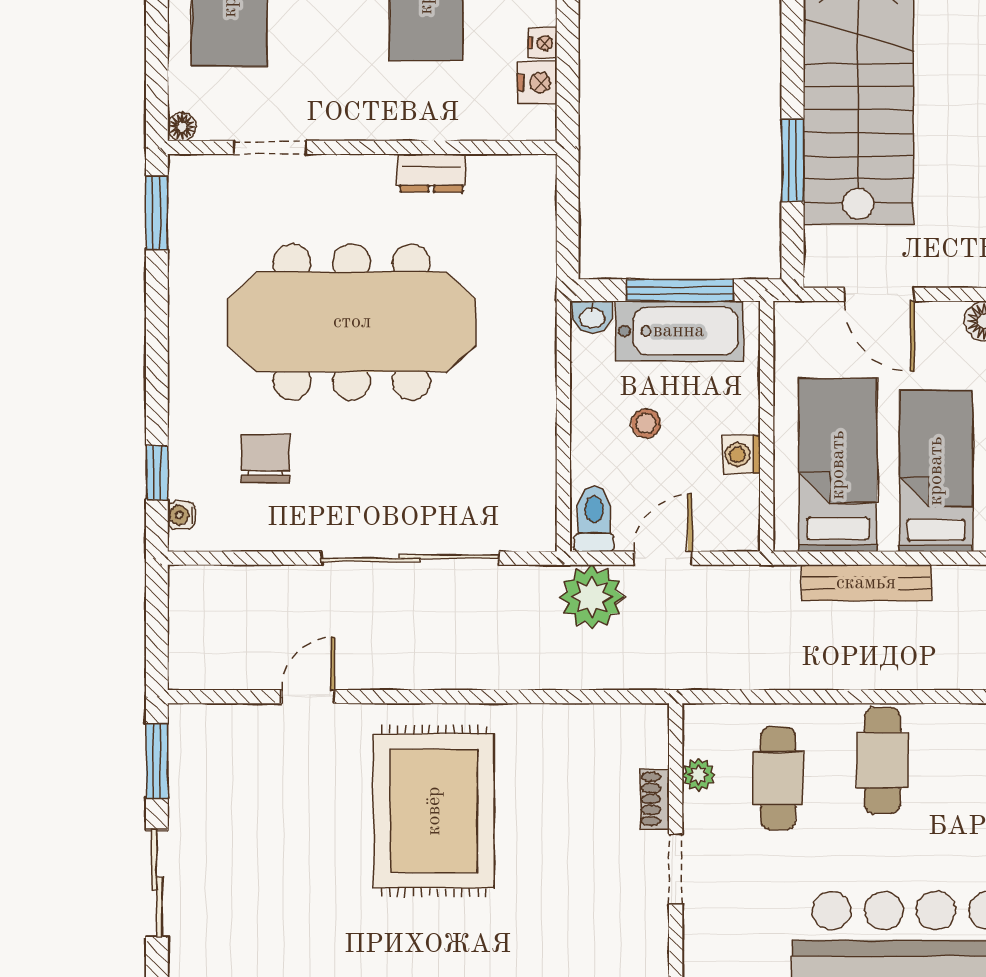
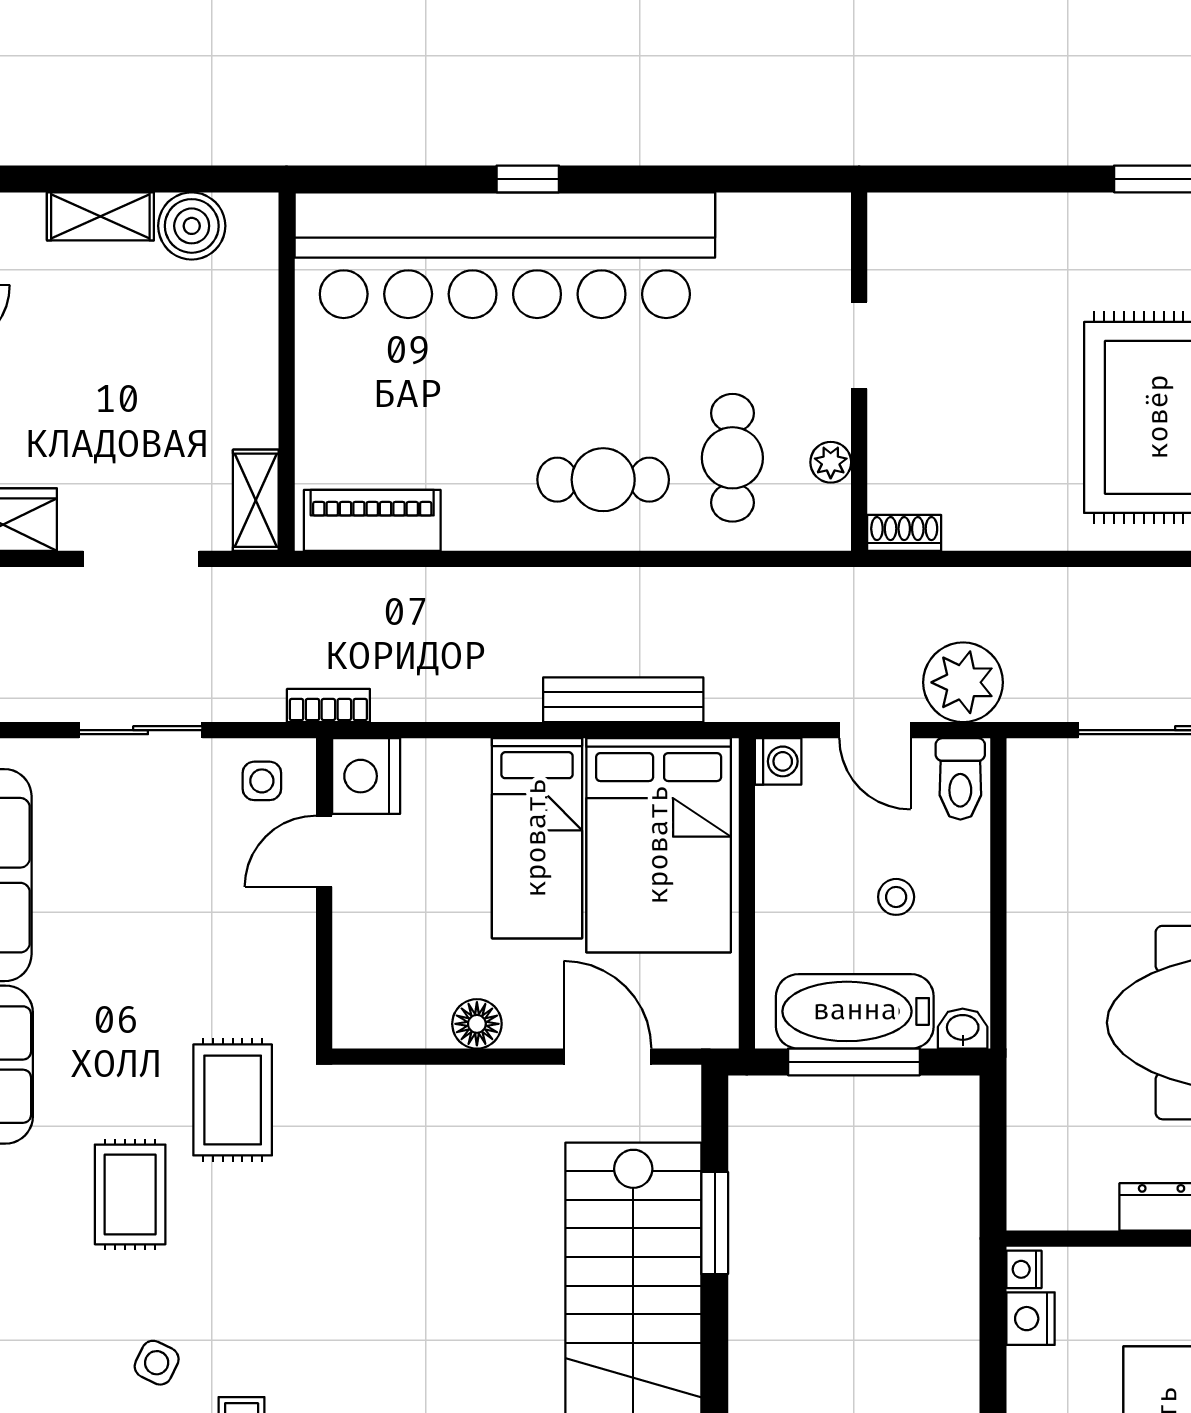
nightstand: (543, 43) -> (1024, 1269), moved
washing machine: (741, 455) -> (778, 761), moved
bed: (838, 465) -> (659, 845), width x1.50
door: (663, 558) -> (875, 730), hinge flipped
cafe table: (883, 761) -> (603, 480), turned 90
shoe rack: (655, 799) -> (904, 533), moved, turned -90

